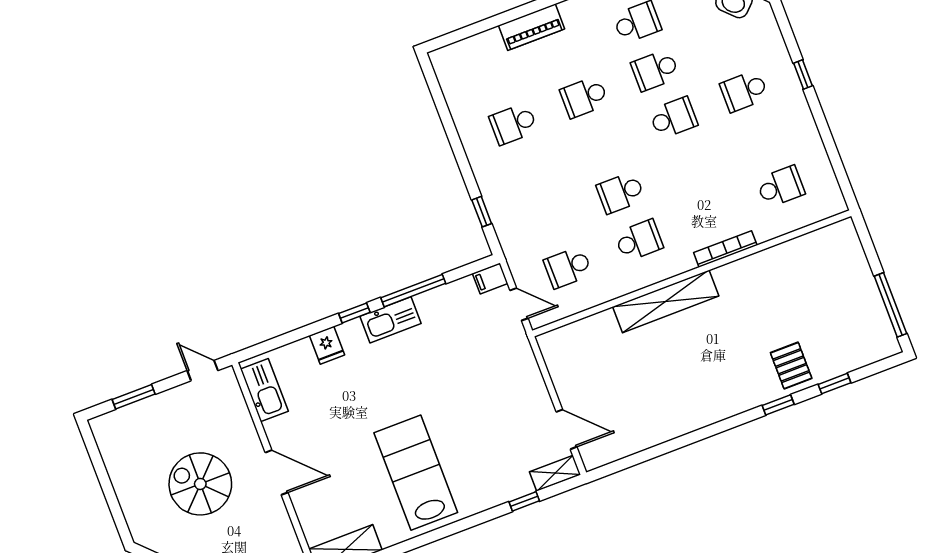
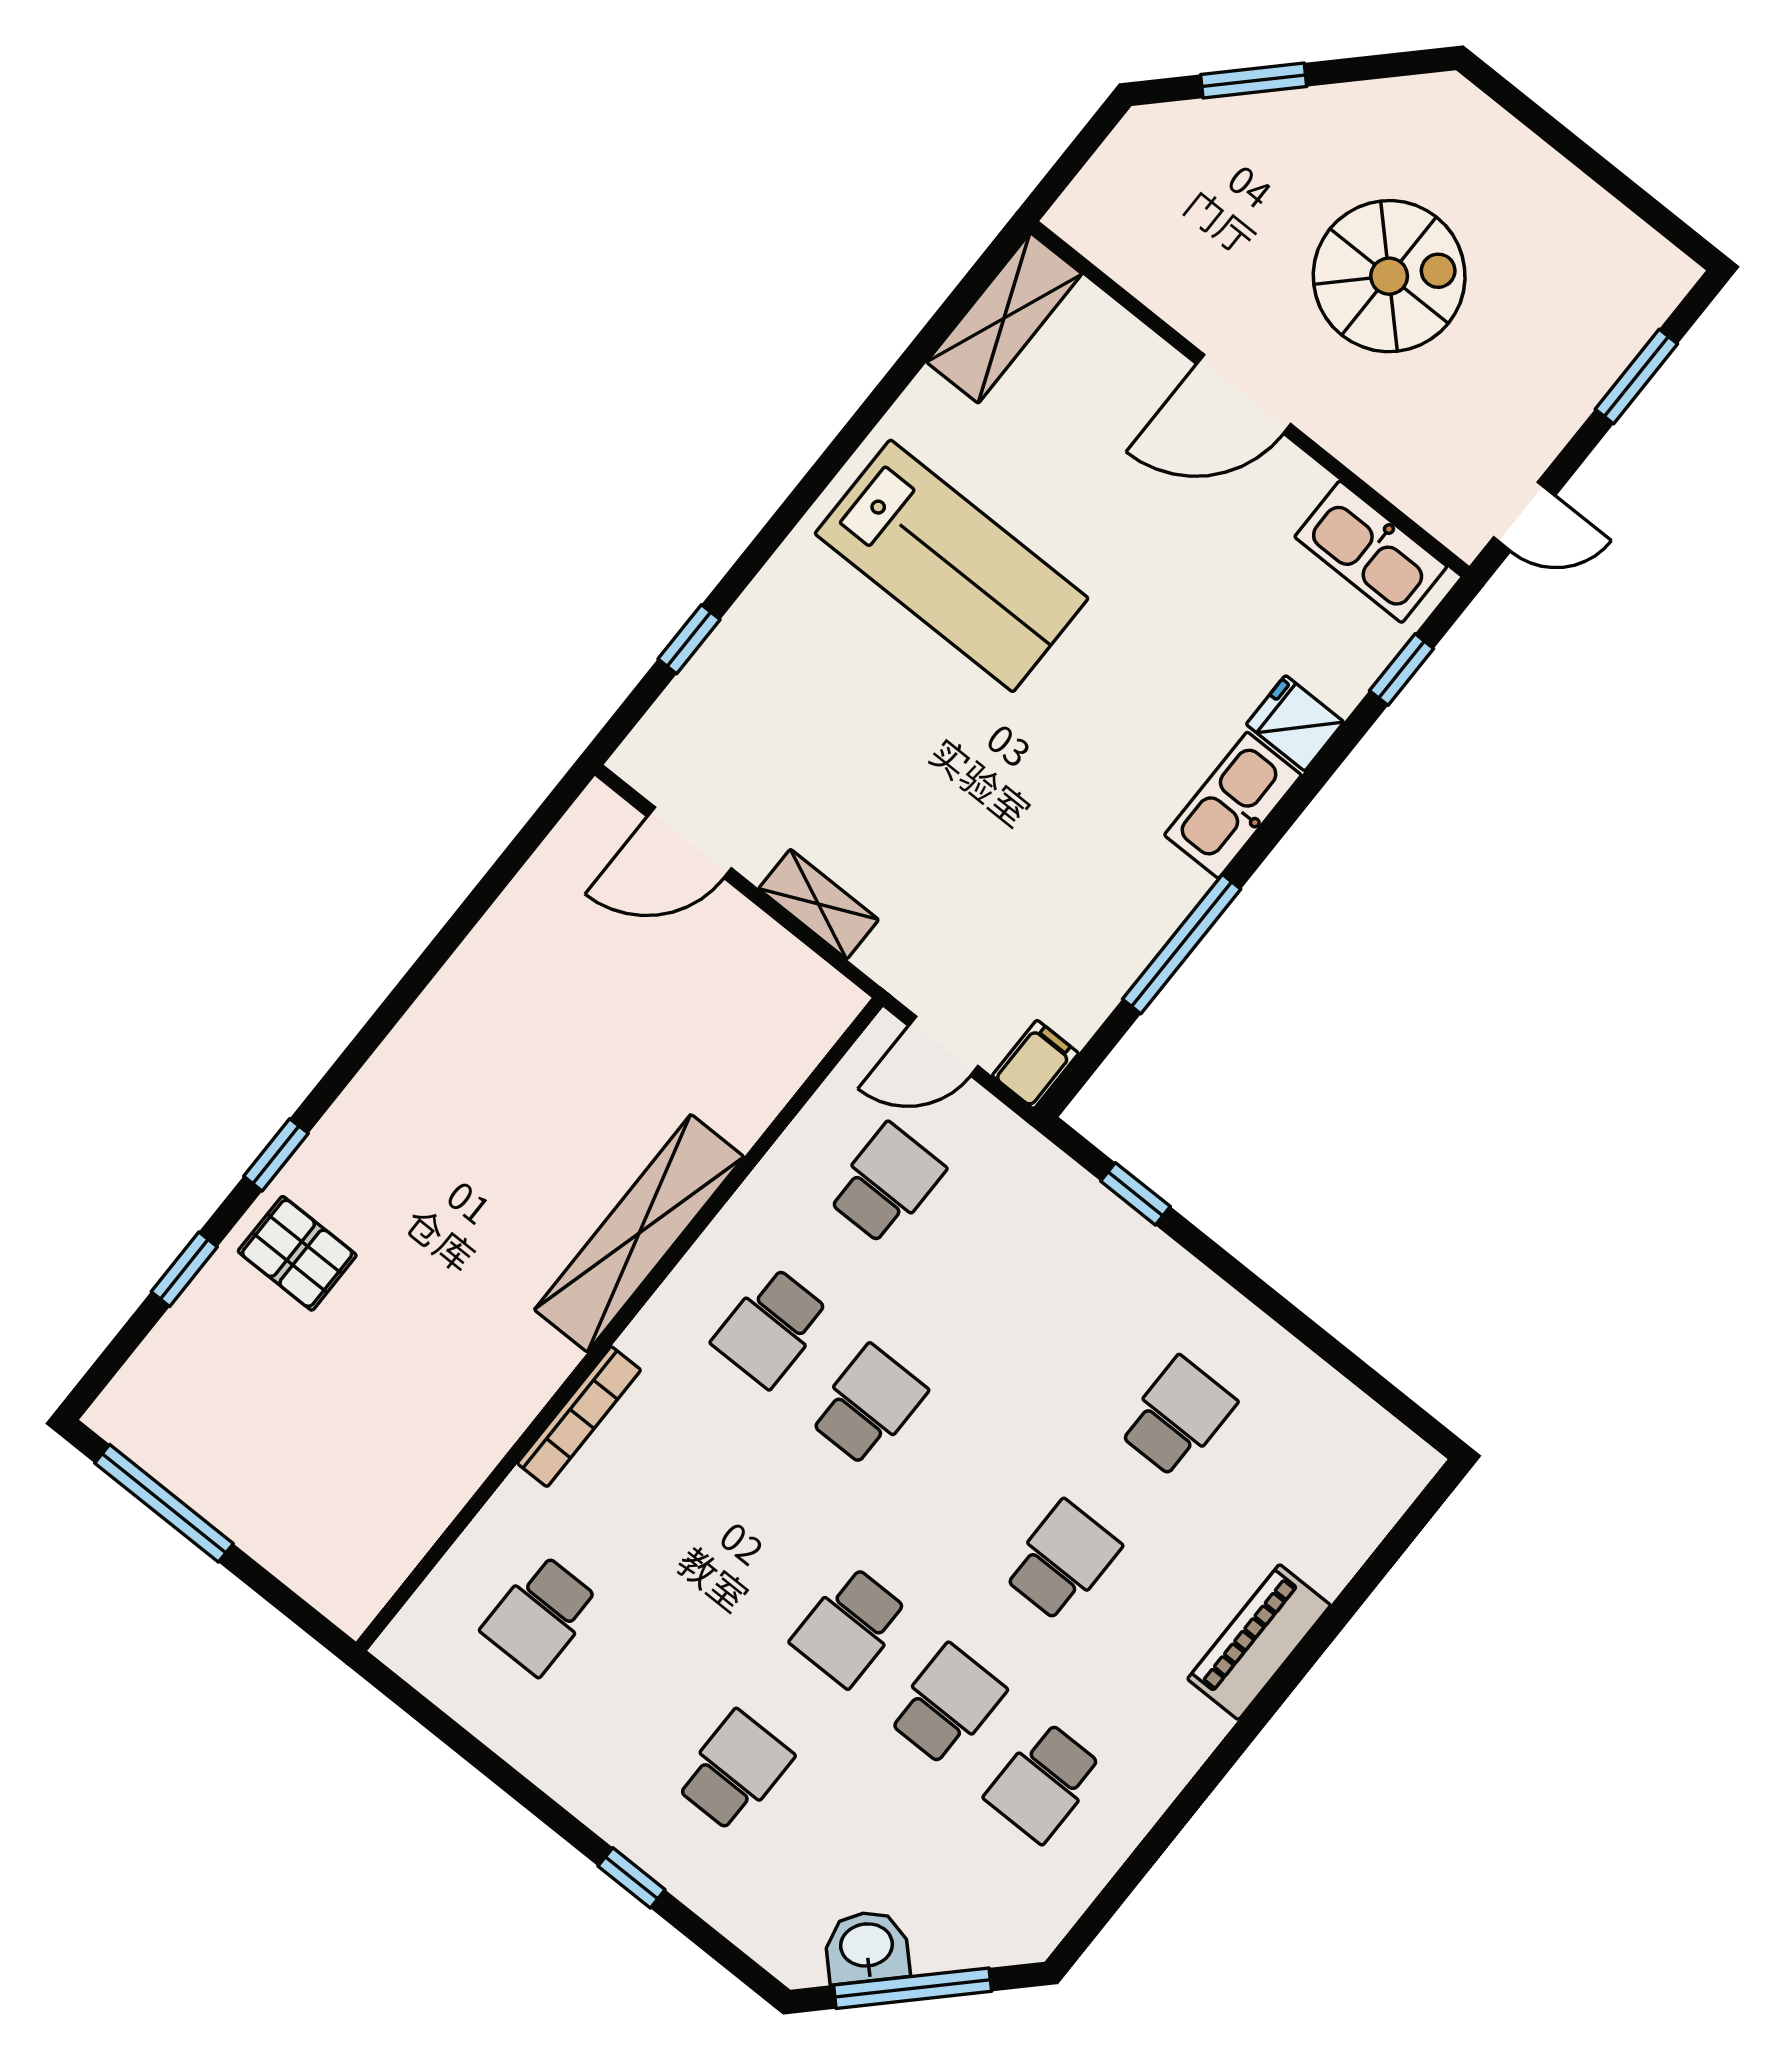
window: (354, 313) -> (1402, 670), moved
kitchen sink: (391, 320) -> (1233, 805), moved
shelving: (555, 473) -> (819, 904), moved, turned 90

